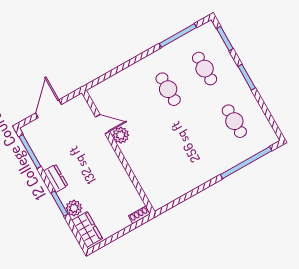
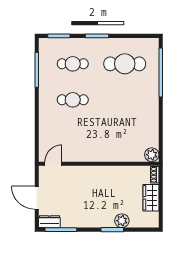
cafe table: (234, 121) -> (125, 64), width x1.37, depth x1.35
door: (103, 124) -> (53, 164), moved
plant: (121, 135) -> (152, 155), moved
dresser: (56, 178) -> (49, 222), moved
wardrobe: (87, 229) -> (151, 198), moved, turned -90

